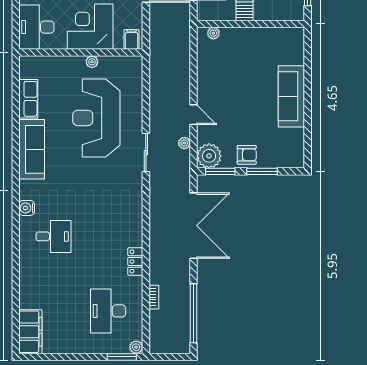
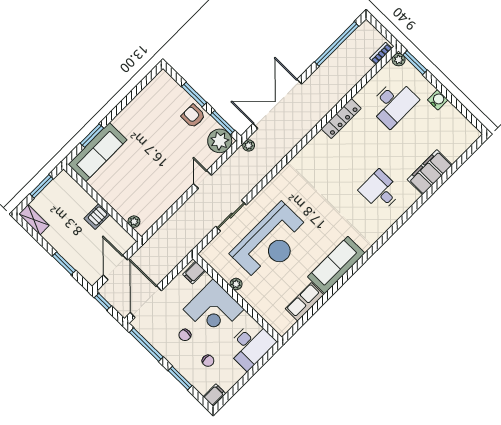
window: (308, 66) -> (92, 136), added
sofa: (291, 96) -> (97, 152), moved
plant: (184, 143) -> (249, 145), moved
sliding door: (146, 153) -> (231, 216), moved
water cooler: (27, 208) -> (438, 100), moved, turned -90
locker: (135, 261) -> (341, 119), width x1.53
bookcase: (154, 297) -> (381, 53), moved
filing cabinet: (30, 332) -> (430, 172), moved

